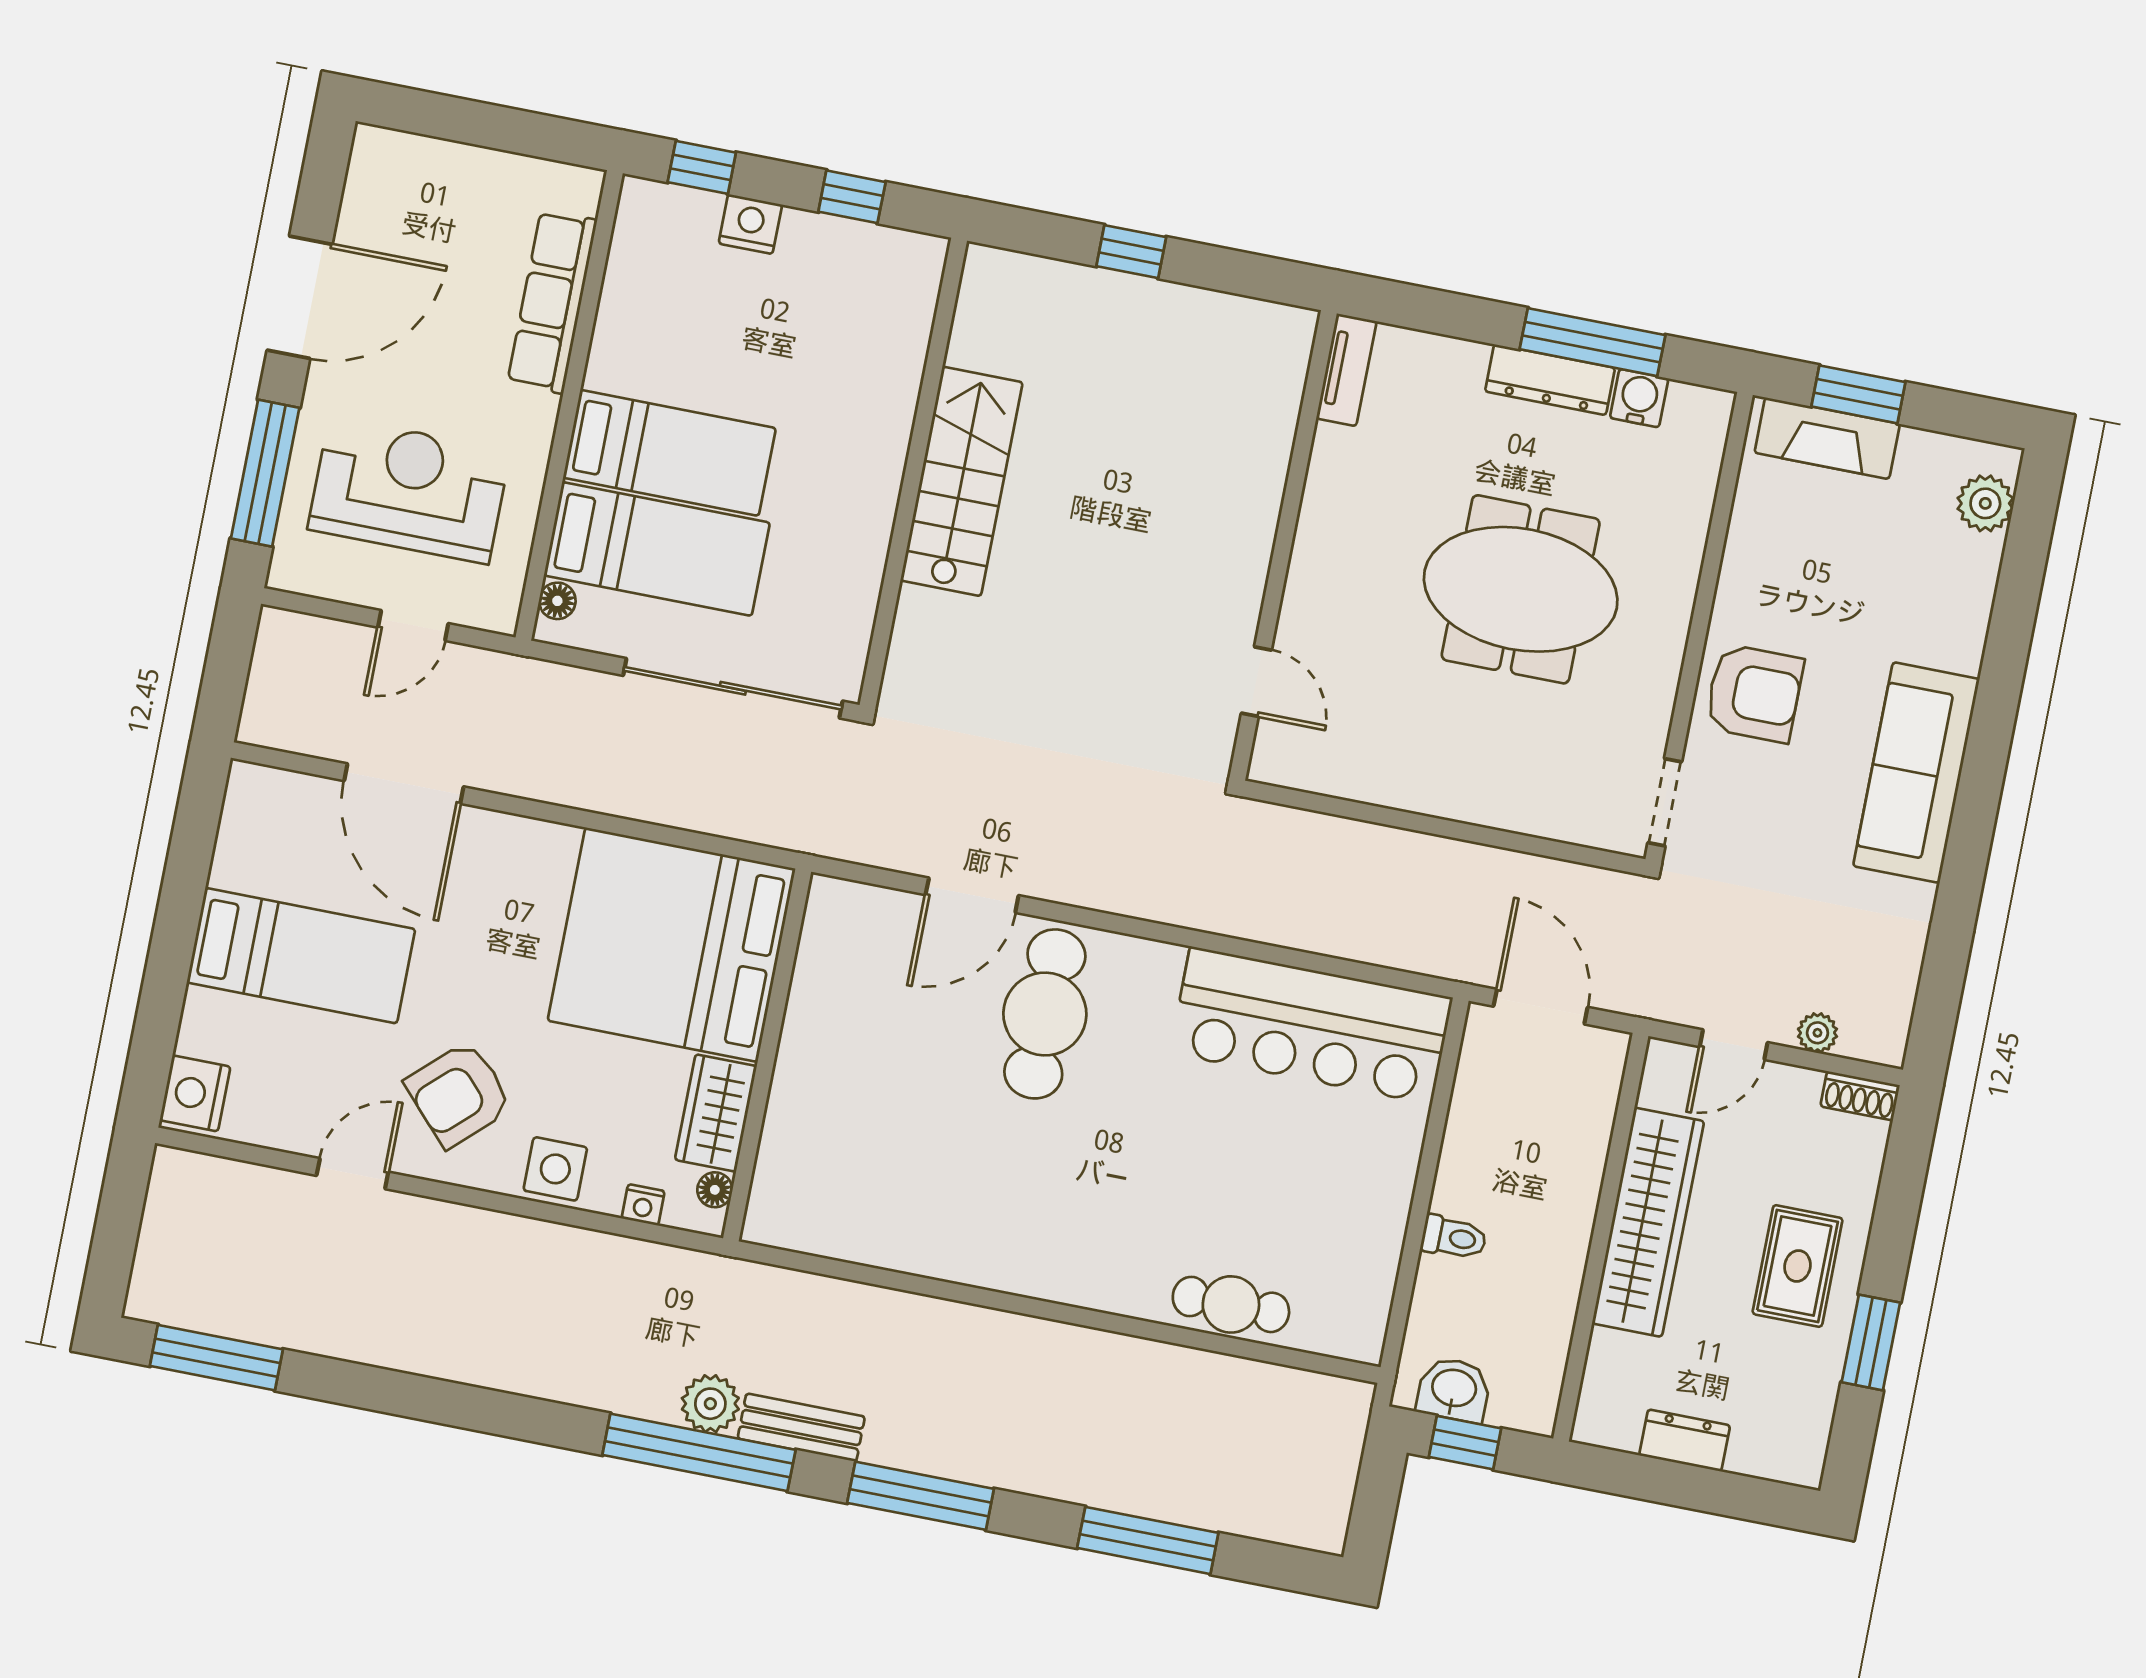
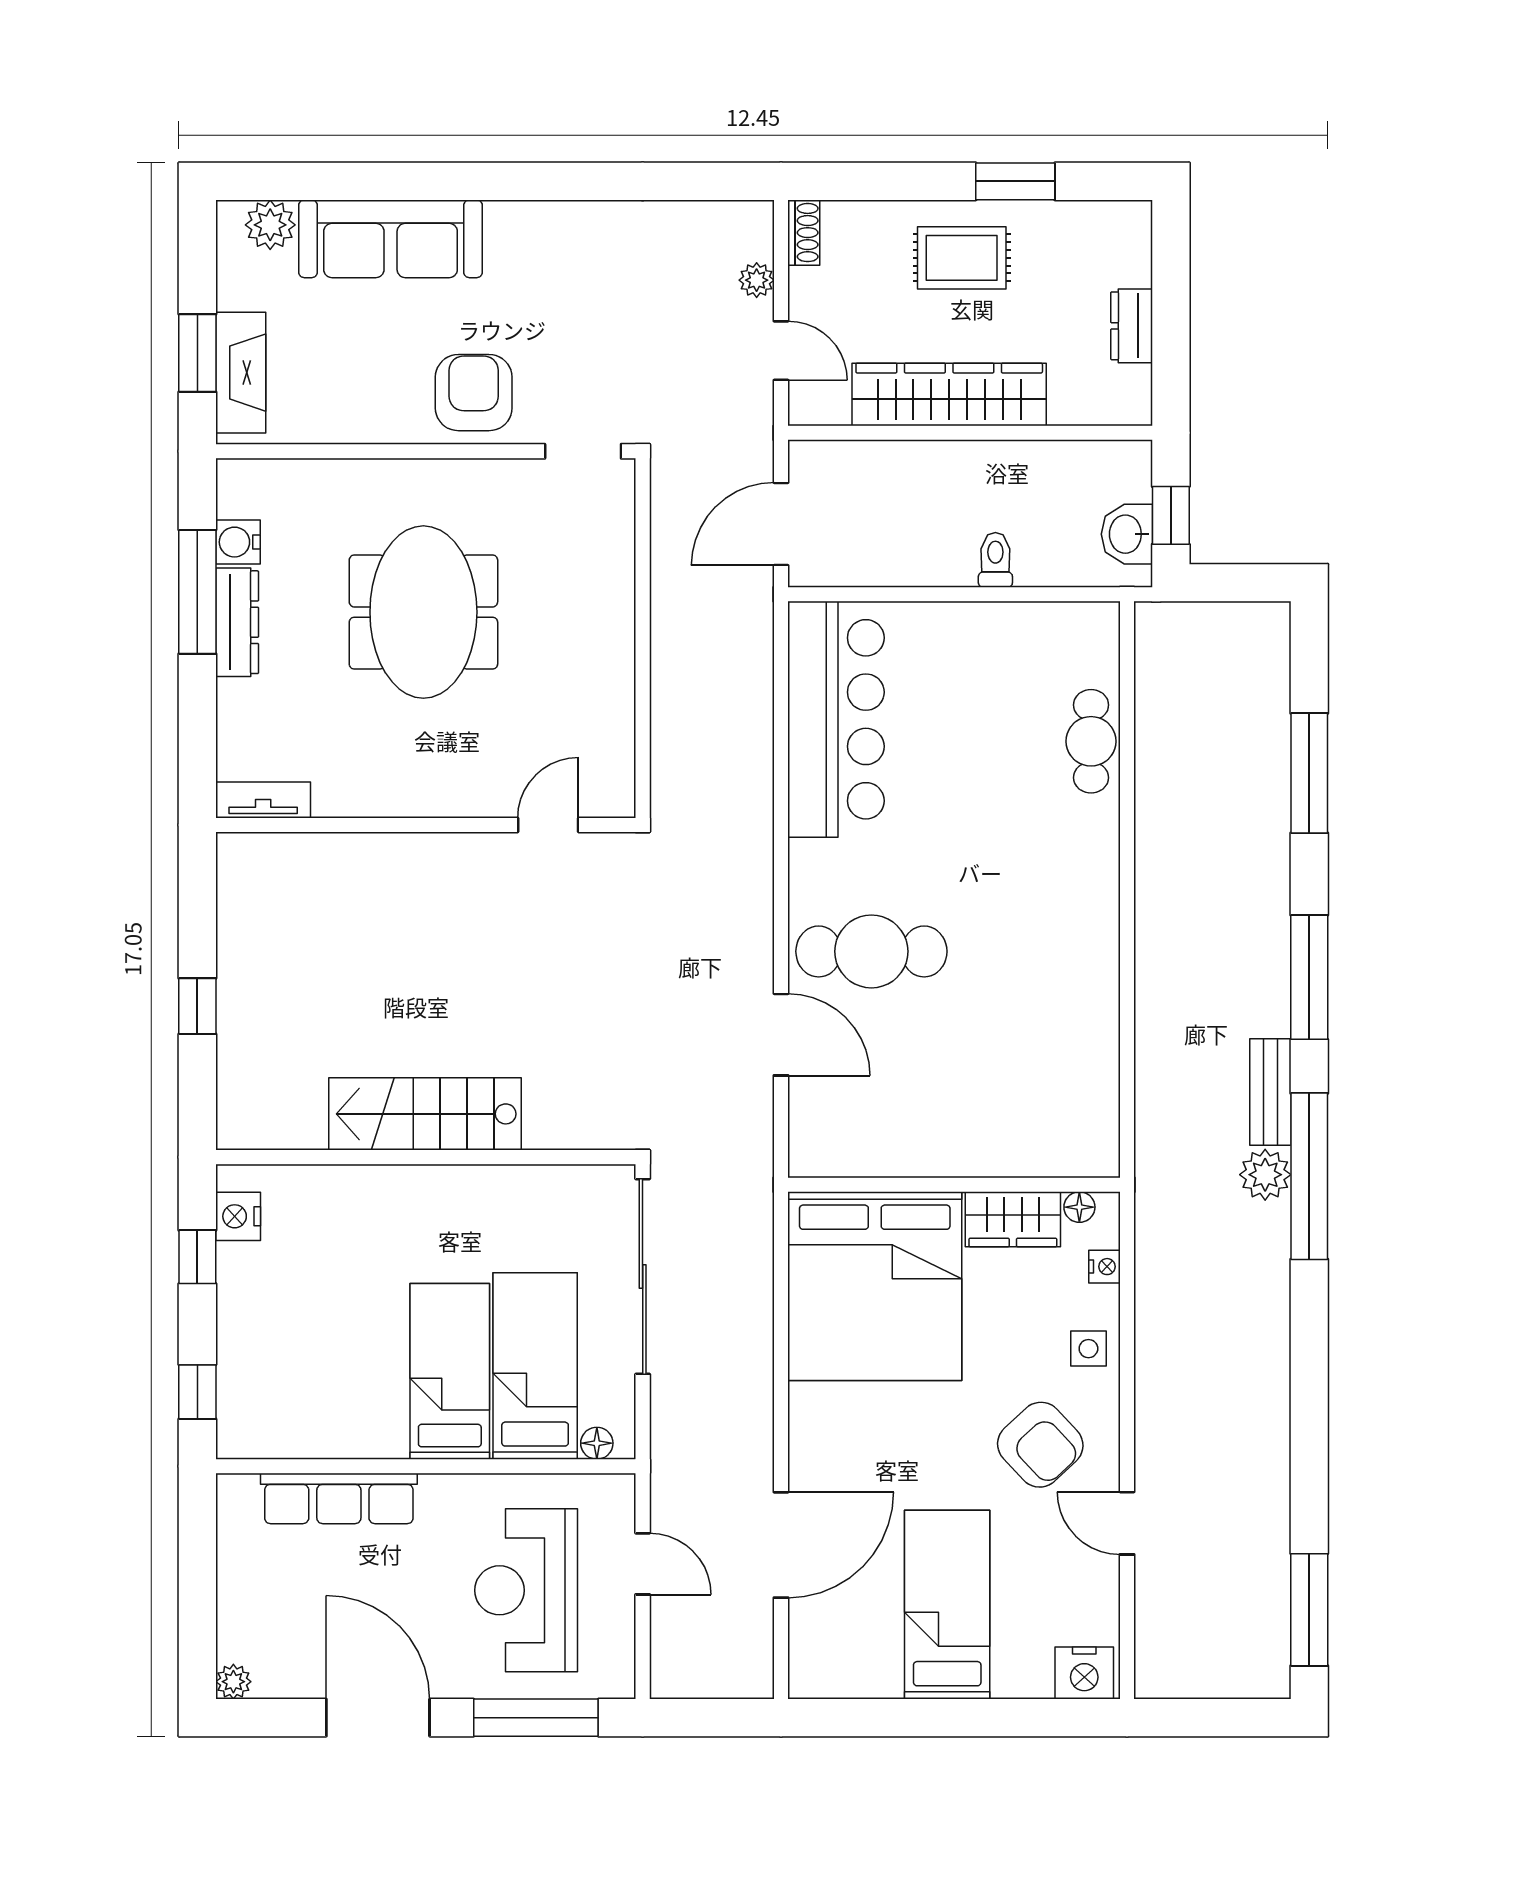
plant: (371, 144) -> (233, 1682), added
nightstand: (750, 224) -> (238, 1216), moved
sofa: (1916, 773) -> (391, 239), moved
side table: (555, 1169) -> (1088, 1349), width x0.73, depth x0.73

